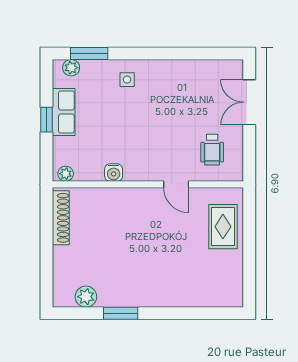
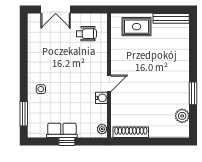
plant: (71, 68) -> (33, 126), removed
door: (176, 184) -> (109, 83), moved
bench: (236, 280) -> (171, 18), added

